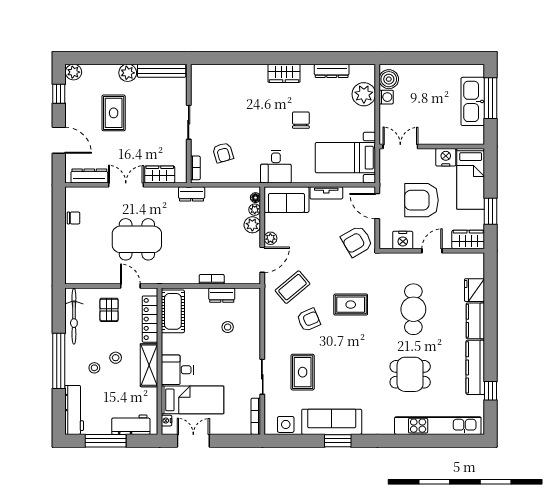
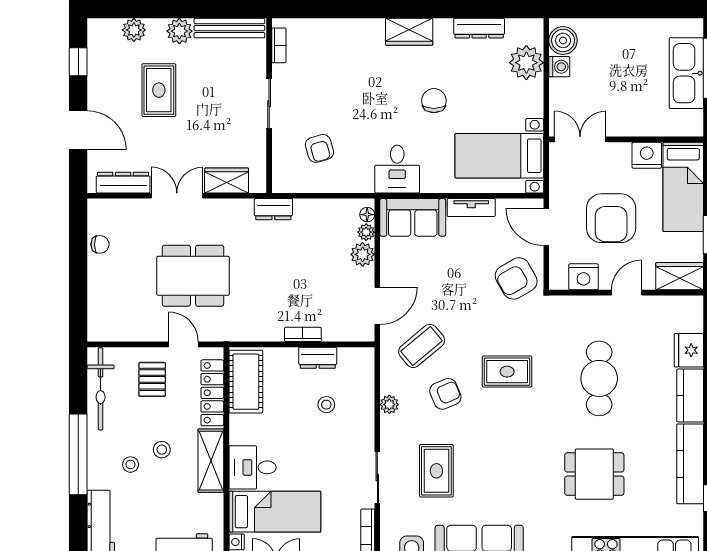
plant: (74, 72) -> (134, 30), moved
bookcase: (195, 168) -> (279, 45), moved
armchair: (421, 200) -> (611, 218), turned -90
plant: (270, 238) -> (389, 404), moved

